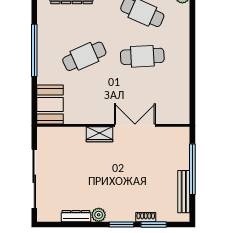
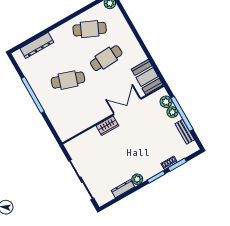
cafe table: (84, 56) -> (68, 80), turned 42
booth: (50, 104) -> (147, 77), moved
plant: (182, 145) -> (166, 102), added
plant: (183, 161) -> (172, 112), added
bench: (184, 192) -> (185, 132), width x0.73

